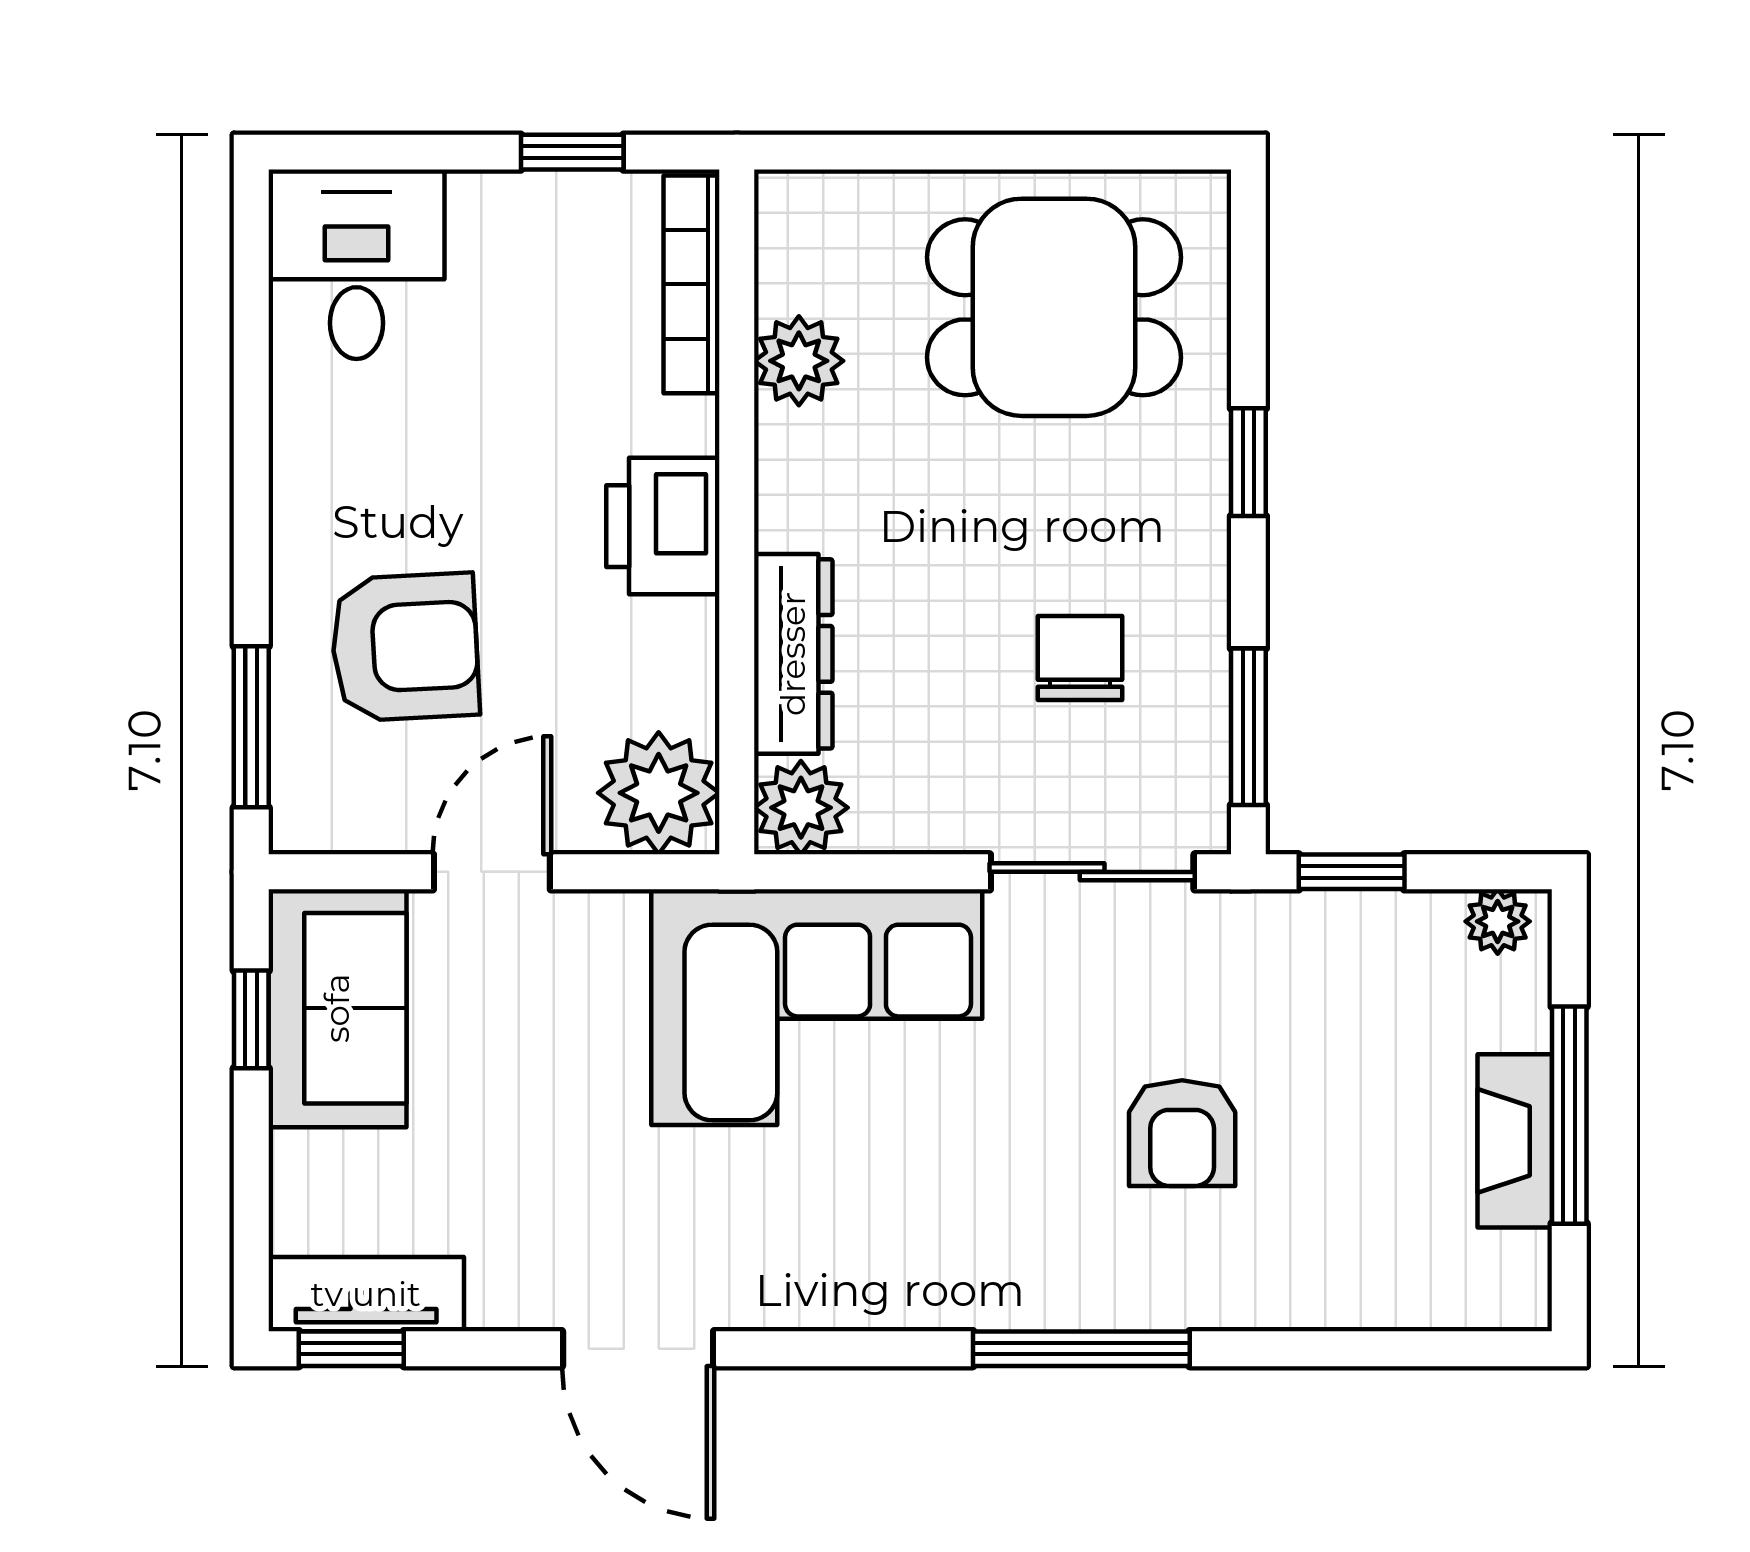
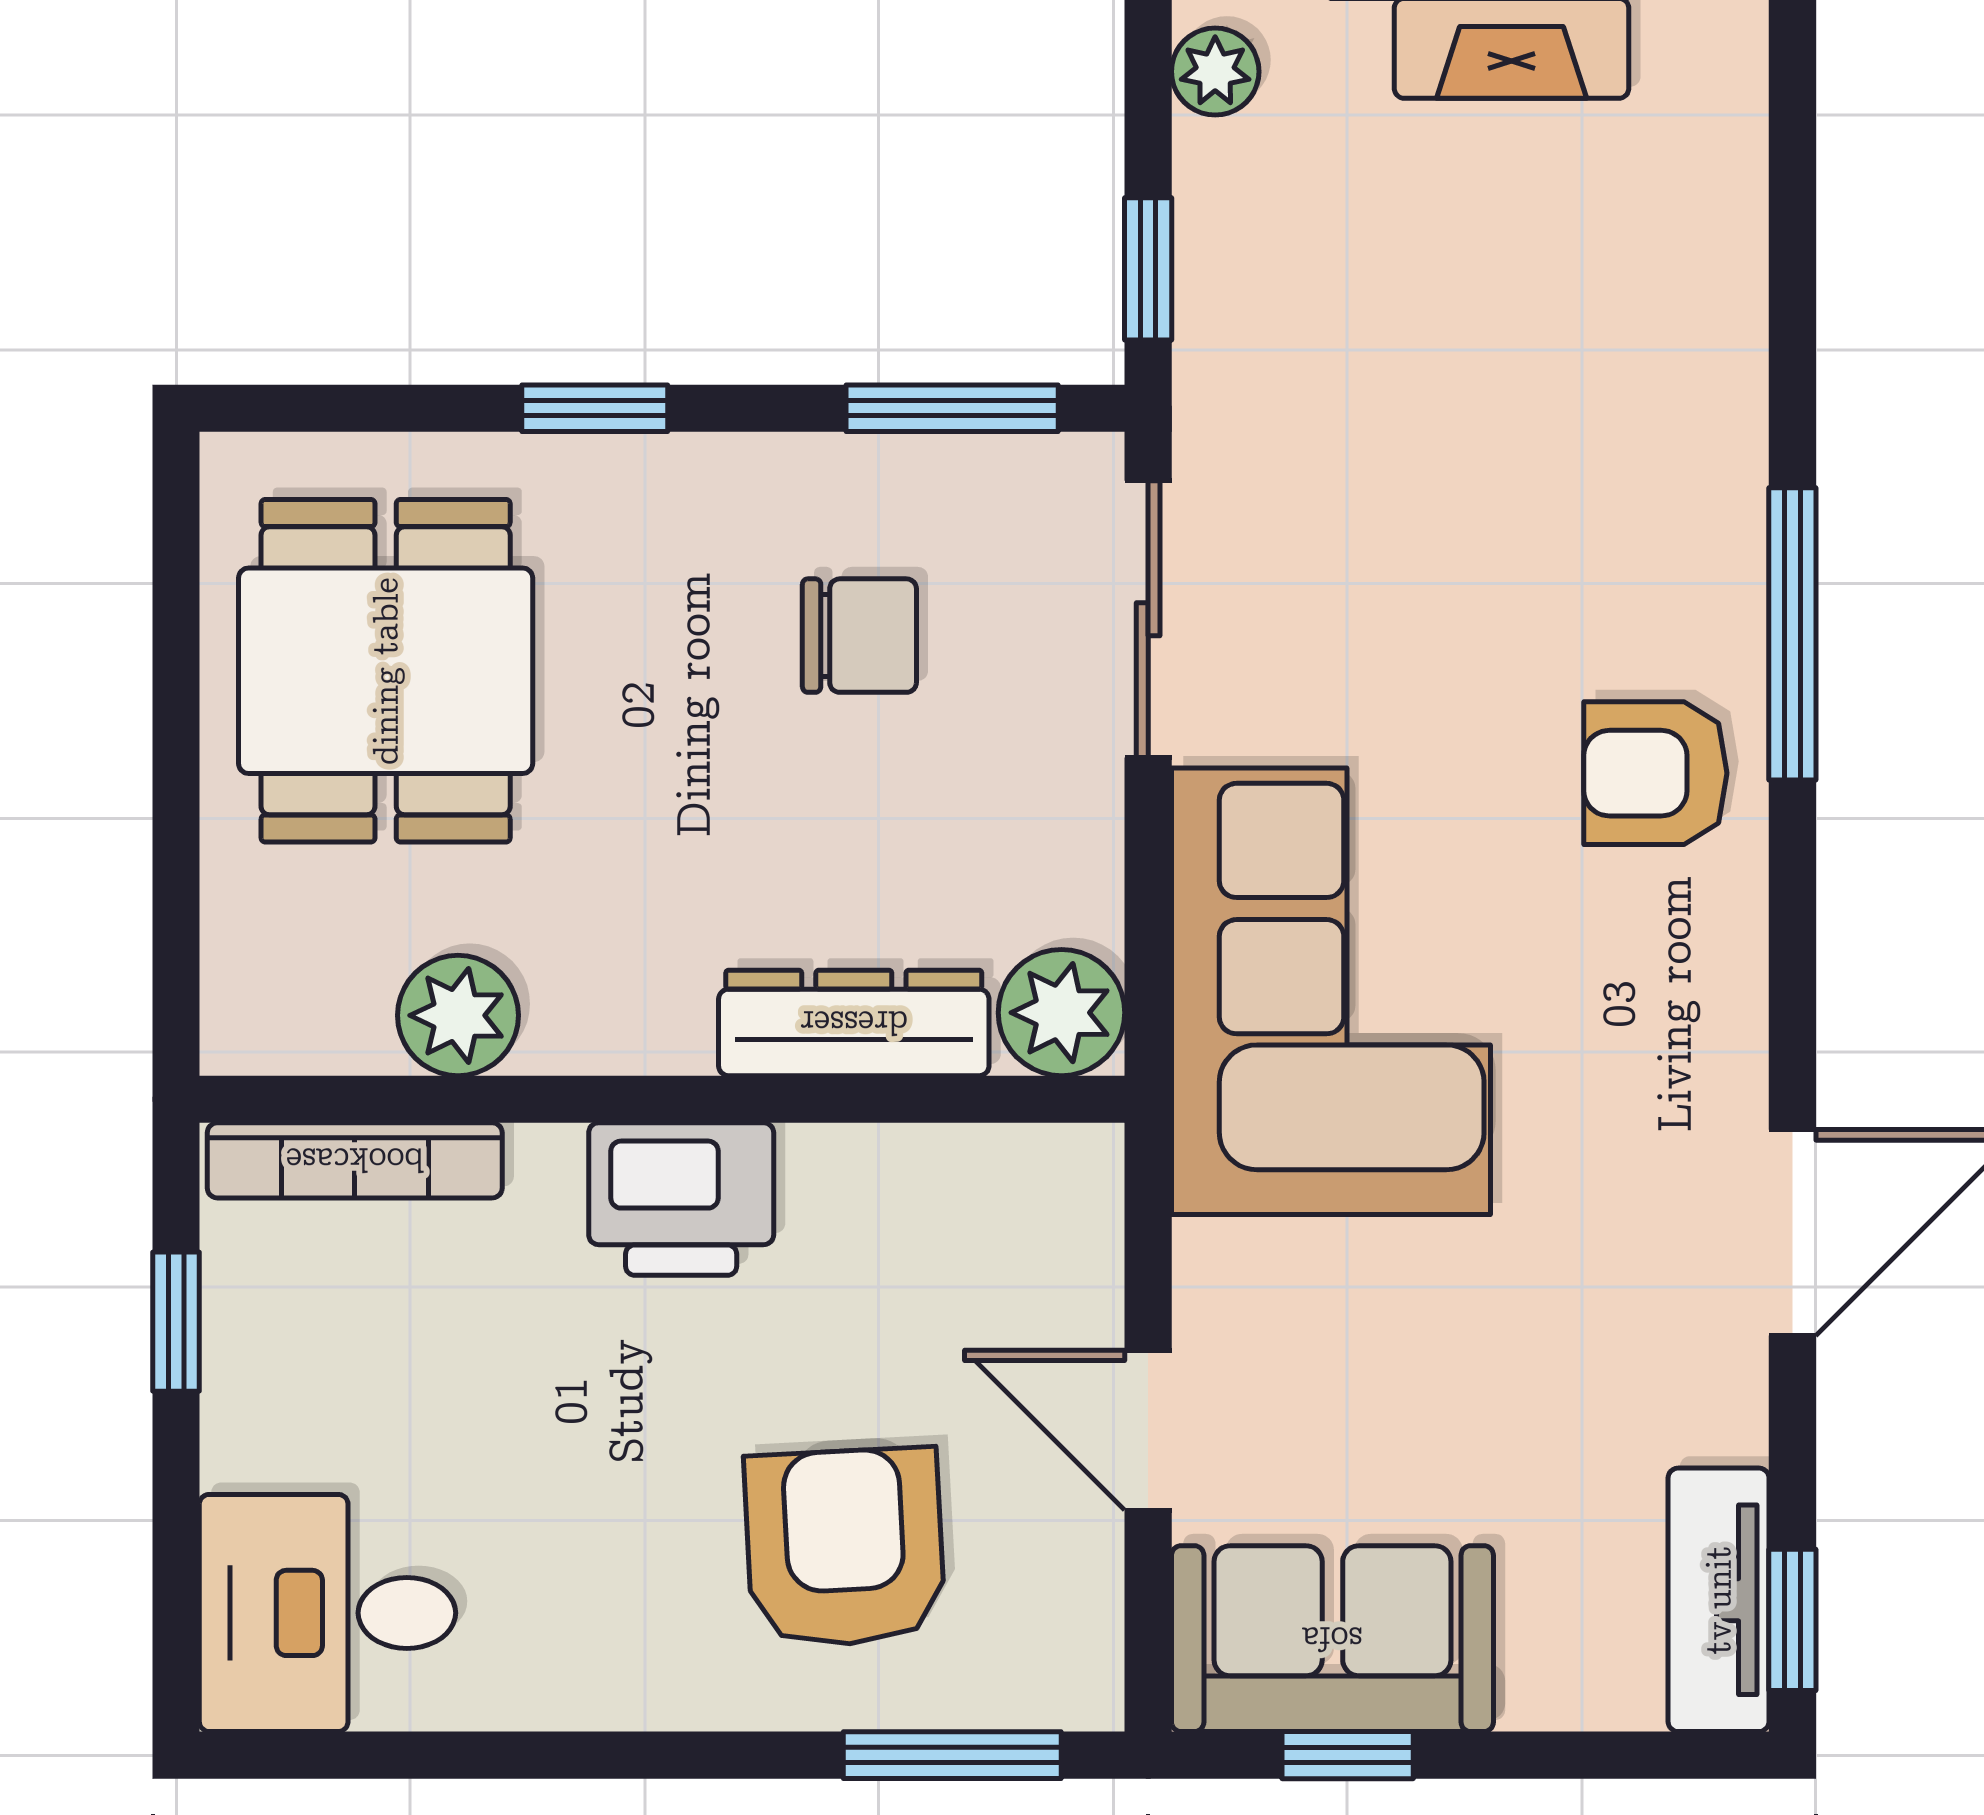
chair: (1080, 658) -> (859, 636), turned 180
plant: (659, 793) -> (1042, 1205), removed
armchair: (1182, 1133) -> (1655, 773), moved, turned 180

